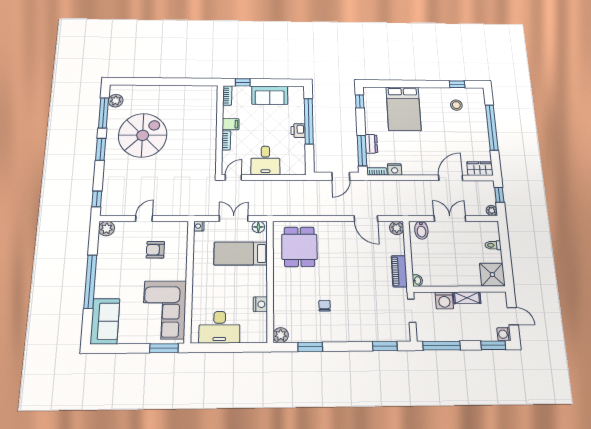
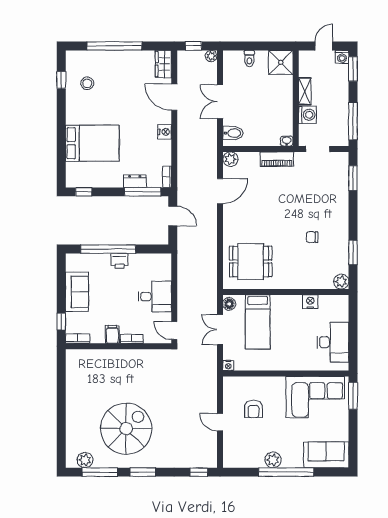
spiral stairs: (143, 135) -> (126, 429), turned 90
nightstand: (395, 169) -> (165, 132), moved
plant: (107, 229) -> (273, 460), moved

